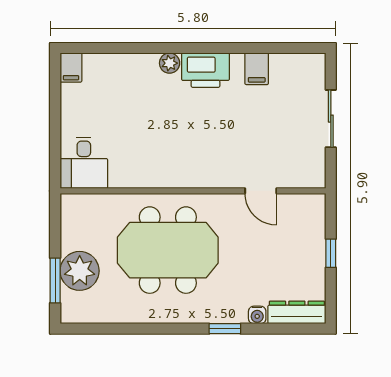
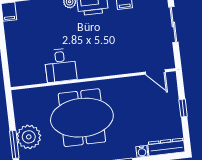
desk: (84, 163) -> (61, 65), moved
door: (261, 191) -> (155, 72), moved

